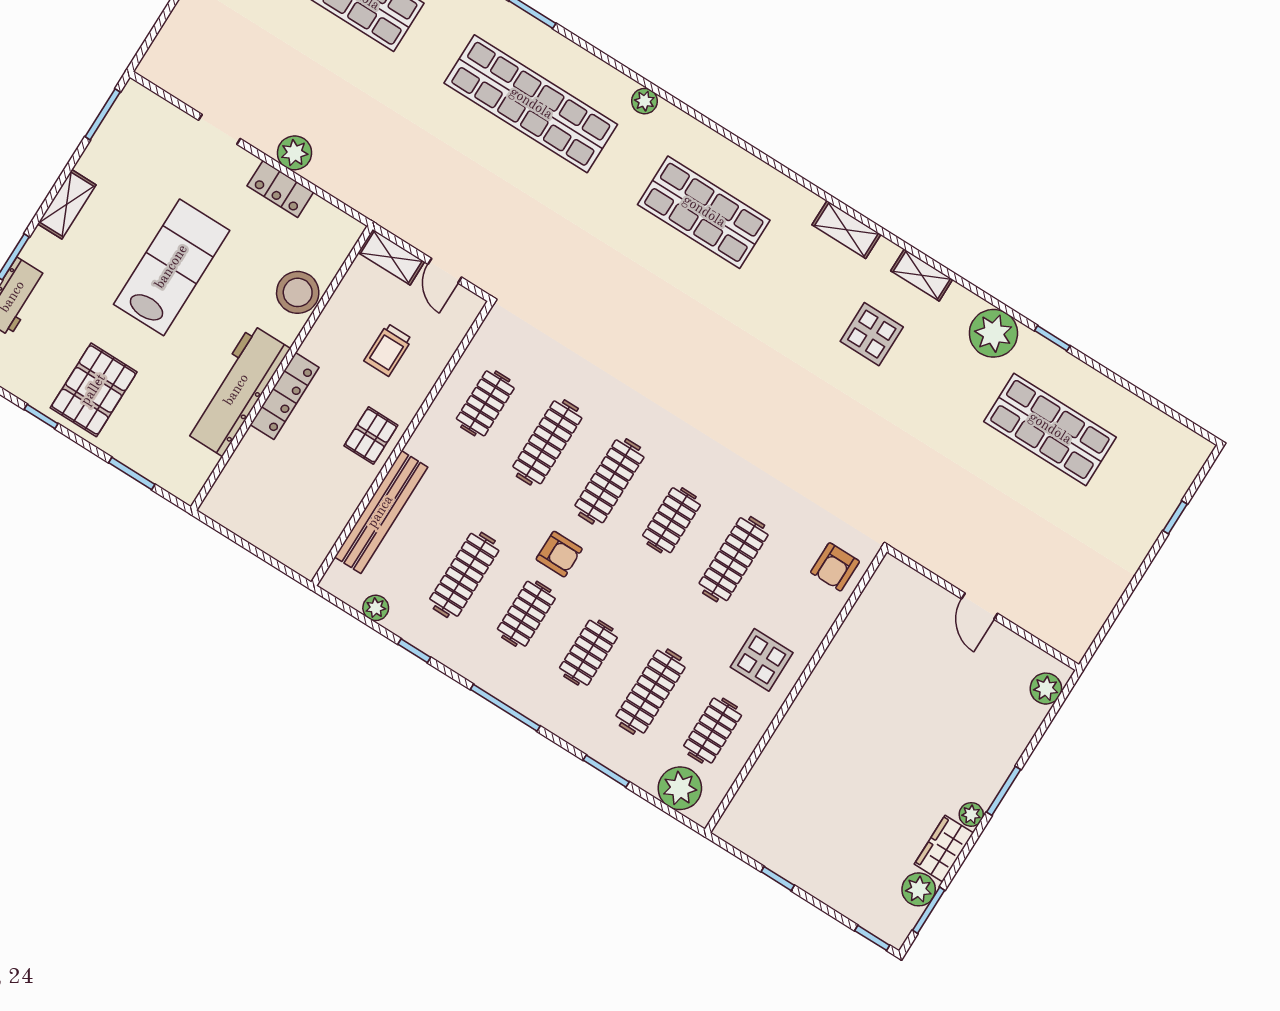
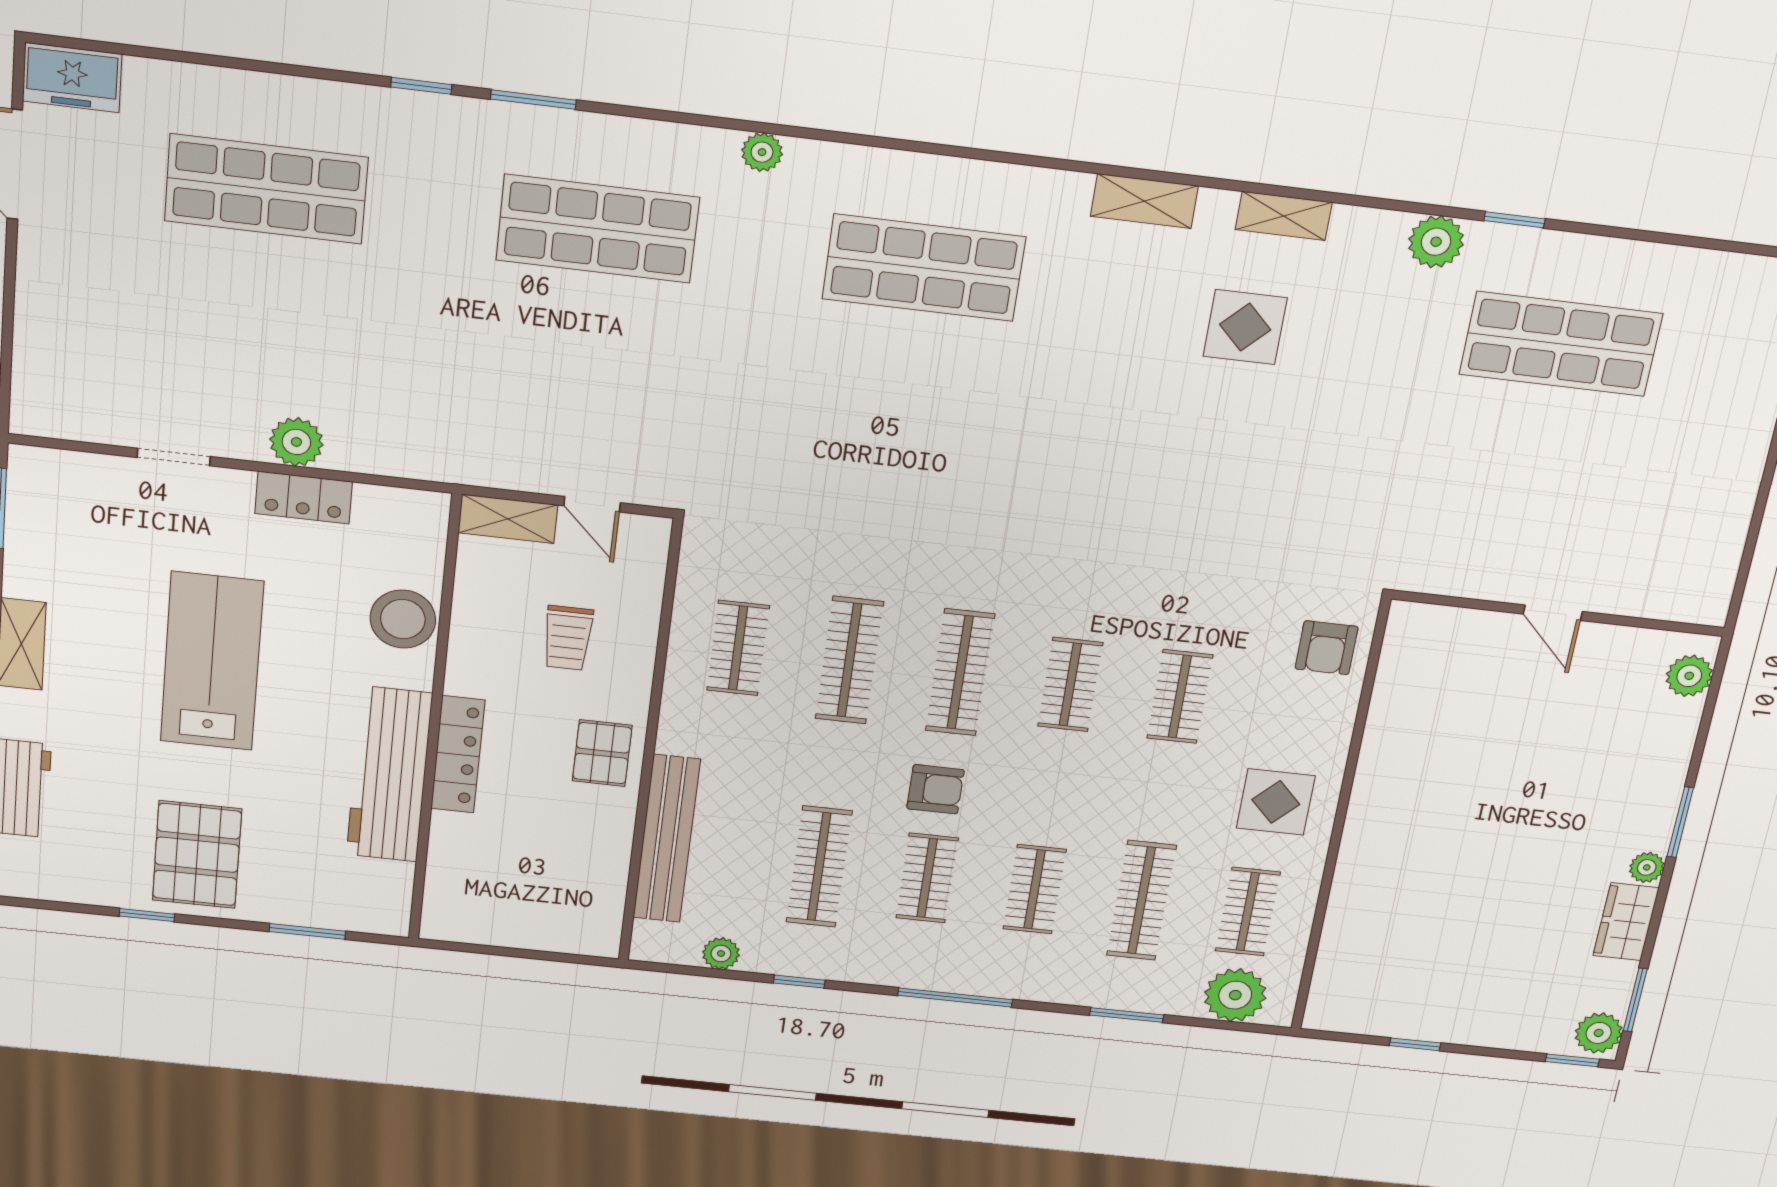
shop shelf: (531, 104) -> (598, 229), width x0.71
plant: (993, 333) -> (1436, 242), width x0.73, depth x0.73
clothes rail: (734, 559) -> (1180, 697), width x0.73
plant: (919, 889) -> (1599, 1033), moved

